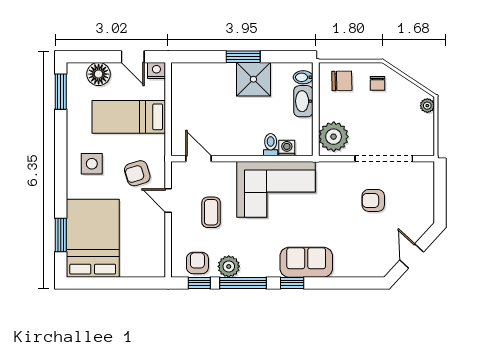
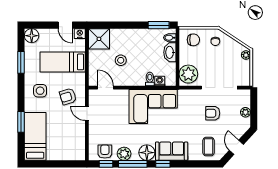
window: (243, 57) -> (159, 25), moved
floor lamp: (99, 74) -> (32, 36), moved
shower: (253, 79) -> (99, 39), moved
window: (61, 92) -> (21, 62), moved
stool: (223, 114) -> (121, 60), added
plant: (427, 199) -> (245, 112), added
coffee table: (211, 212) -> (209, 147), moved
window: (61, 235) -> (21, 122), moved
bed: (93, 238) -> (35, 136), width x0.67
floor lamp: (266, 265) -> (147, 153), added

